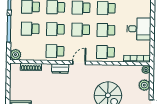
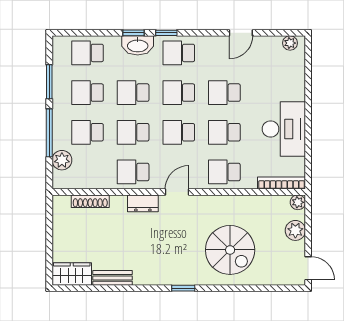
desk: (139, 29) -> (284, 129), width x1.37
plant: (16, 55) -> (62, 160), moved

